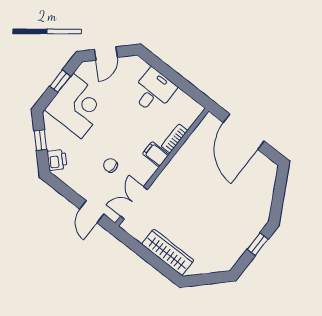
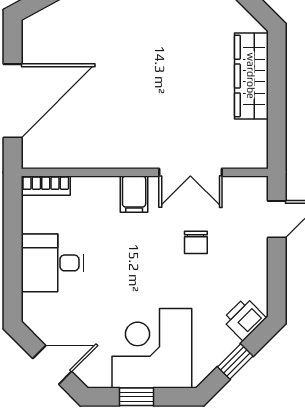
bookcase: (174, 138) -> (46, 186), moved
double door: (134, 203) -> (190, 172), moved

